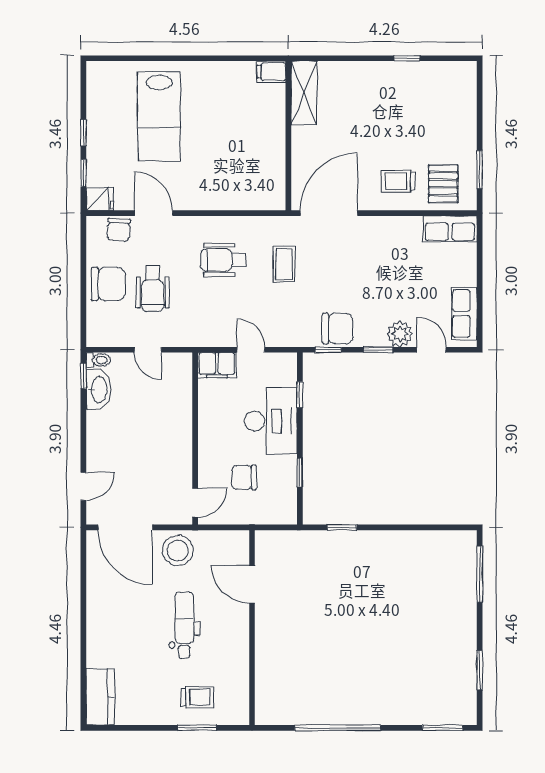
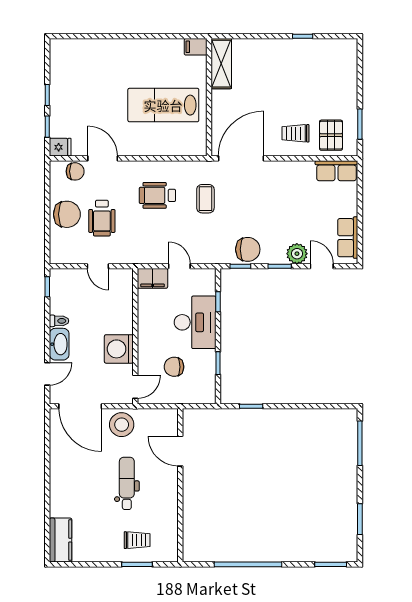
lab bench: (159, 116) -> (163, 105), moved, turned 90
chair: (119, 230) -> (75, 171), turned -93
toilet: (98, 360) -> (59, 321), moved
washbasin: (99, 390) -> (59, 344), moved
washing machine: (174, 455) -> (119, 349), added

